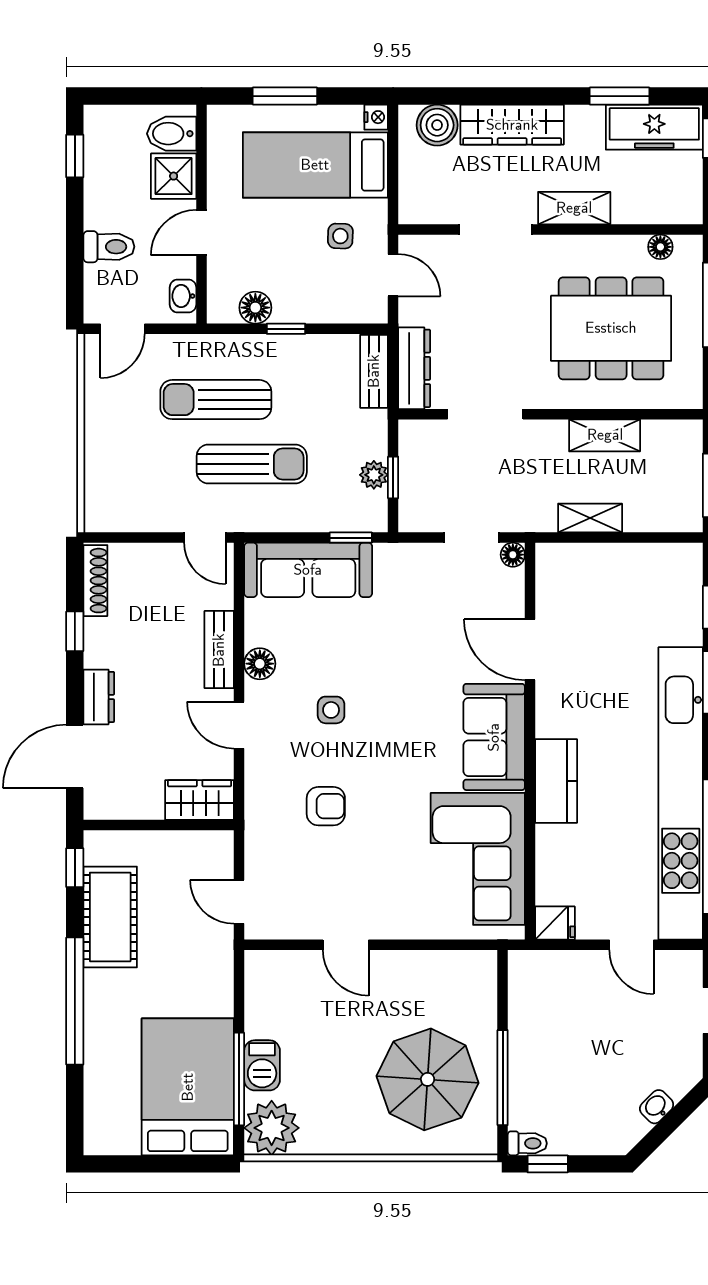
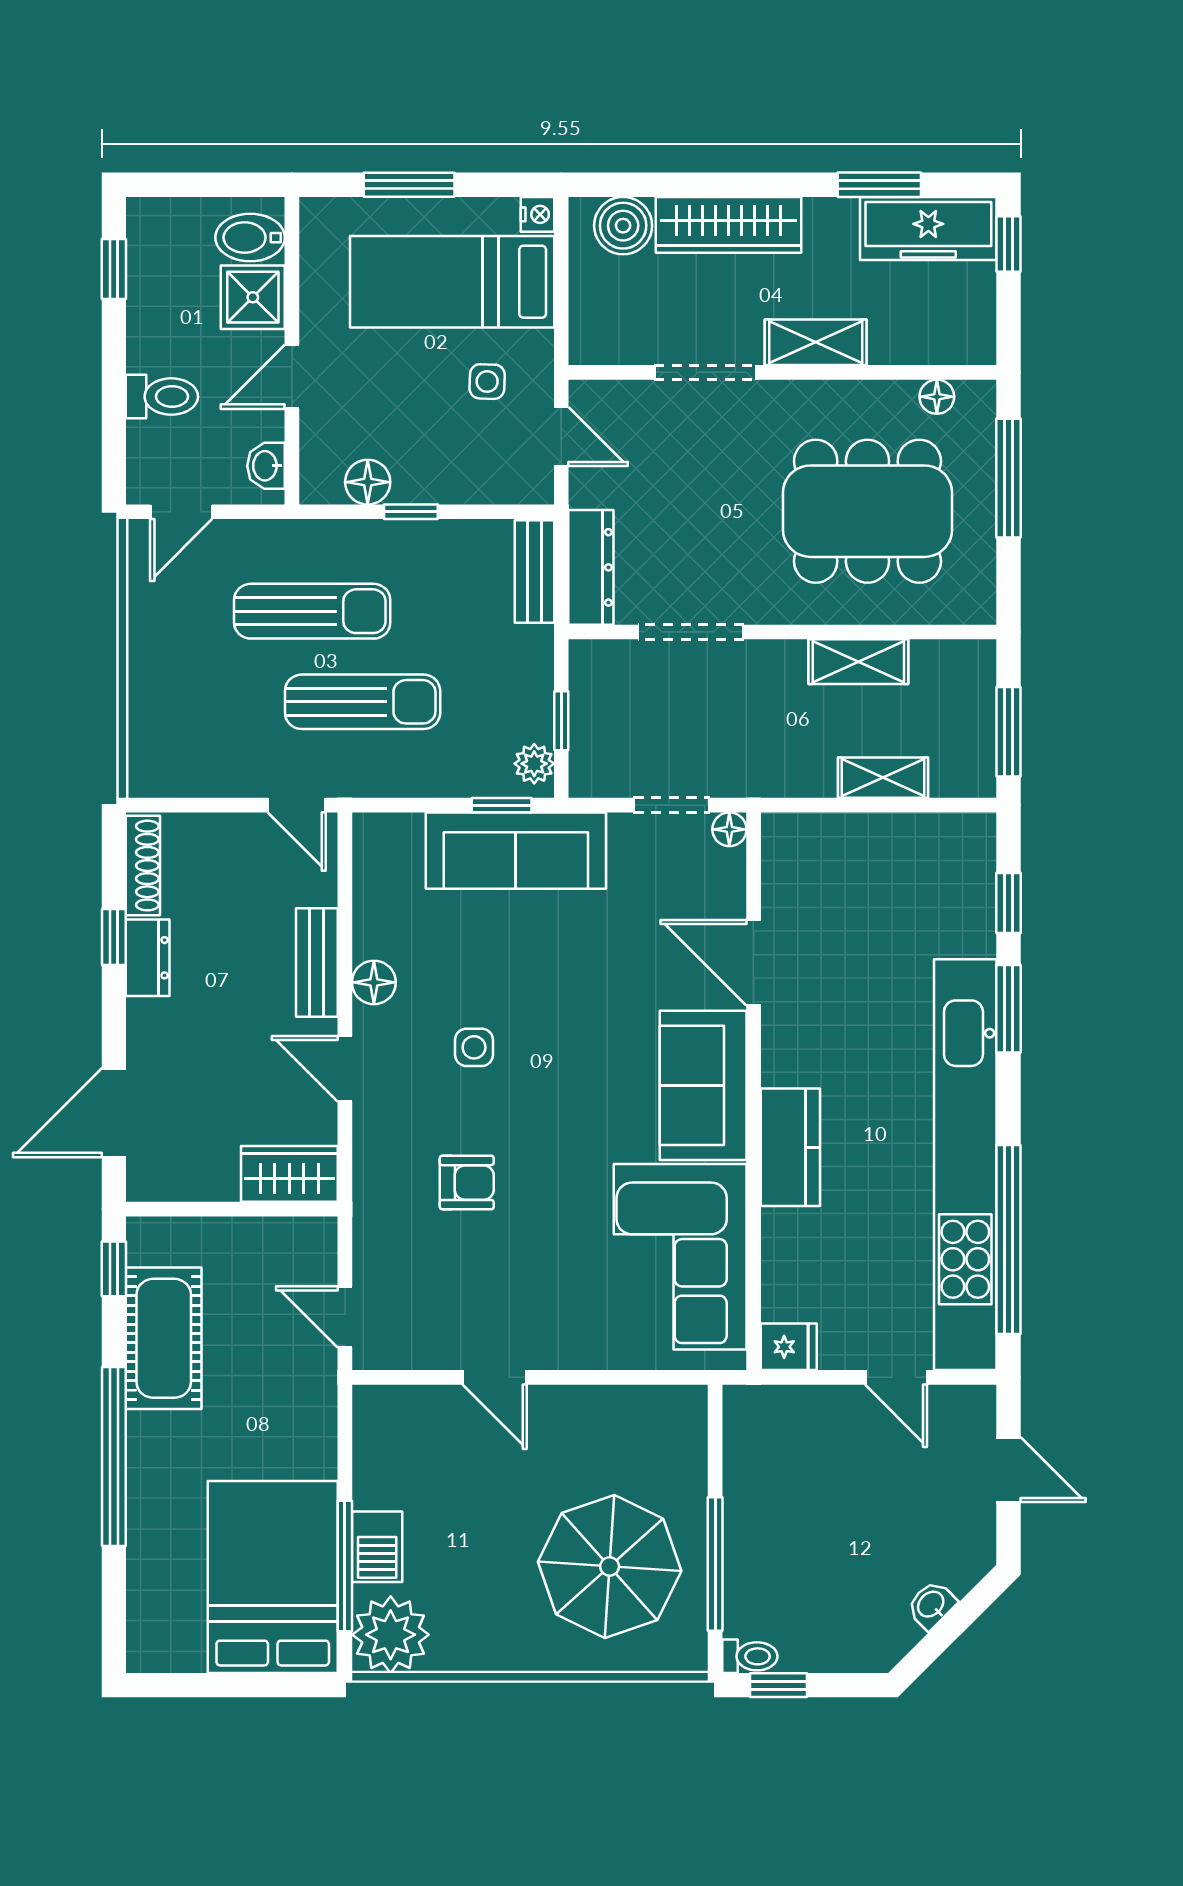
sun lounger: (216, 400) -> (312, 611), turned 180
plant: (374, 475) -> (534, 764), moved
shelving: (590, 518) -> (883, 778), moved
sofa: (308, 570) -> (516, 851), moved
dresser: (99, 697) -> (148, 958), moved

